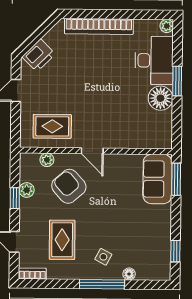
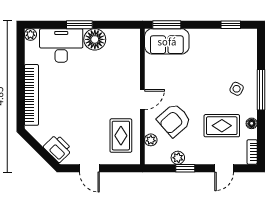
floor lamp: (129, 274) -> (252, 123), moved

